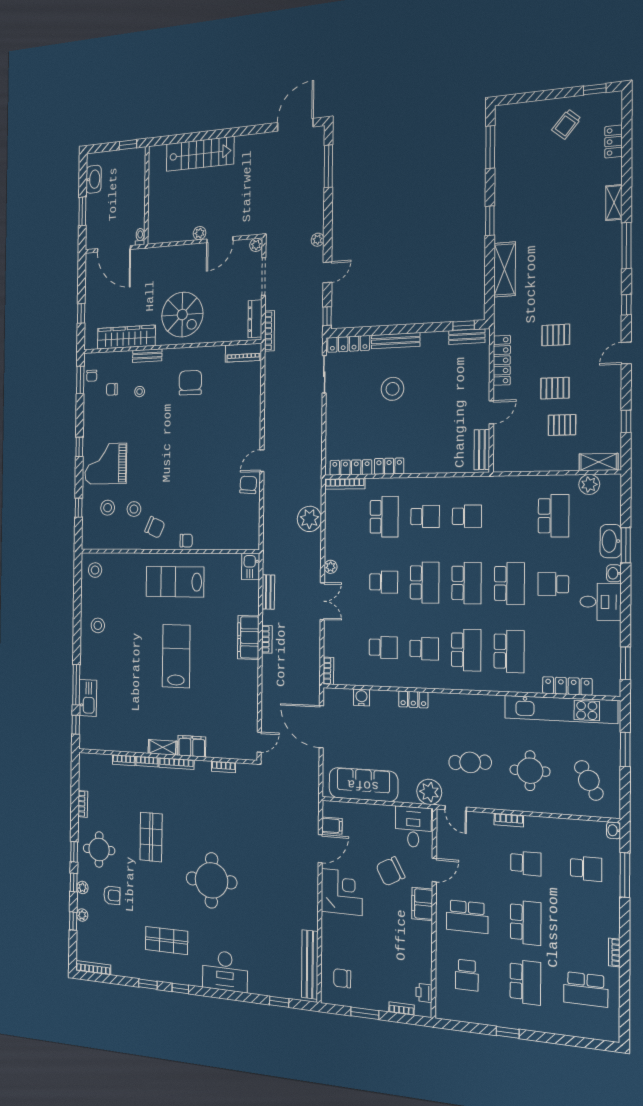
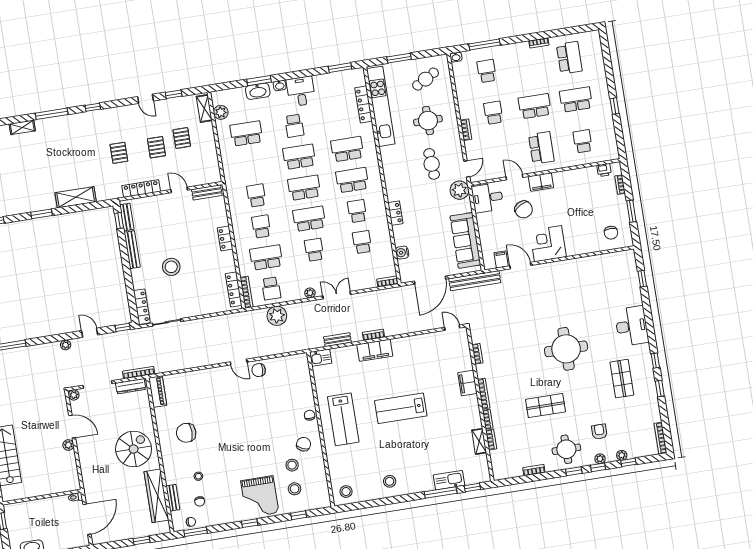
bench: (396, 341) -> (132, 250), moved
door: (626, 353) -> (145, 99), moved
bench: (147, 356) -> (173, 498), moved
locker: (389, 466) -> (225, 238), moved
school desk: (344, 517) -> (271, 288), added
shelving: (163, 747) -> (479, 441), moved
bench: (310, 964) -> (475, 281), moved
school desk: (467, 975) -> (583, 141), turned -90

